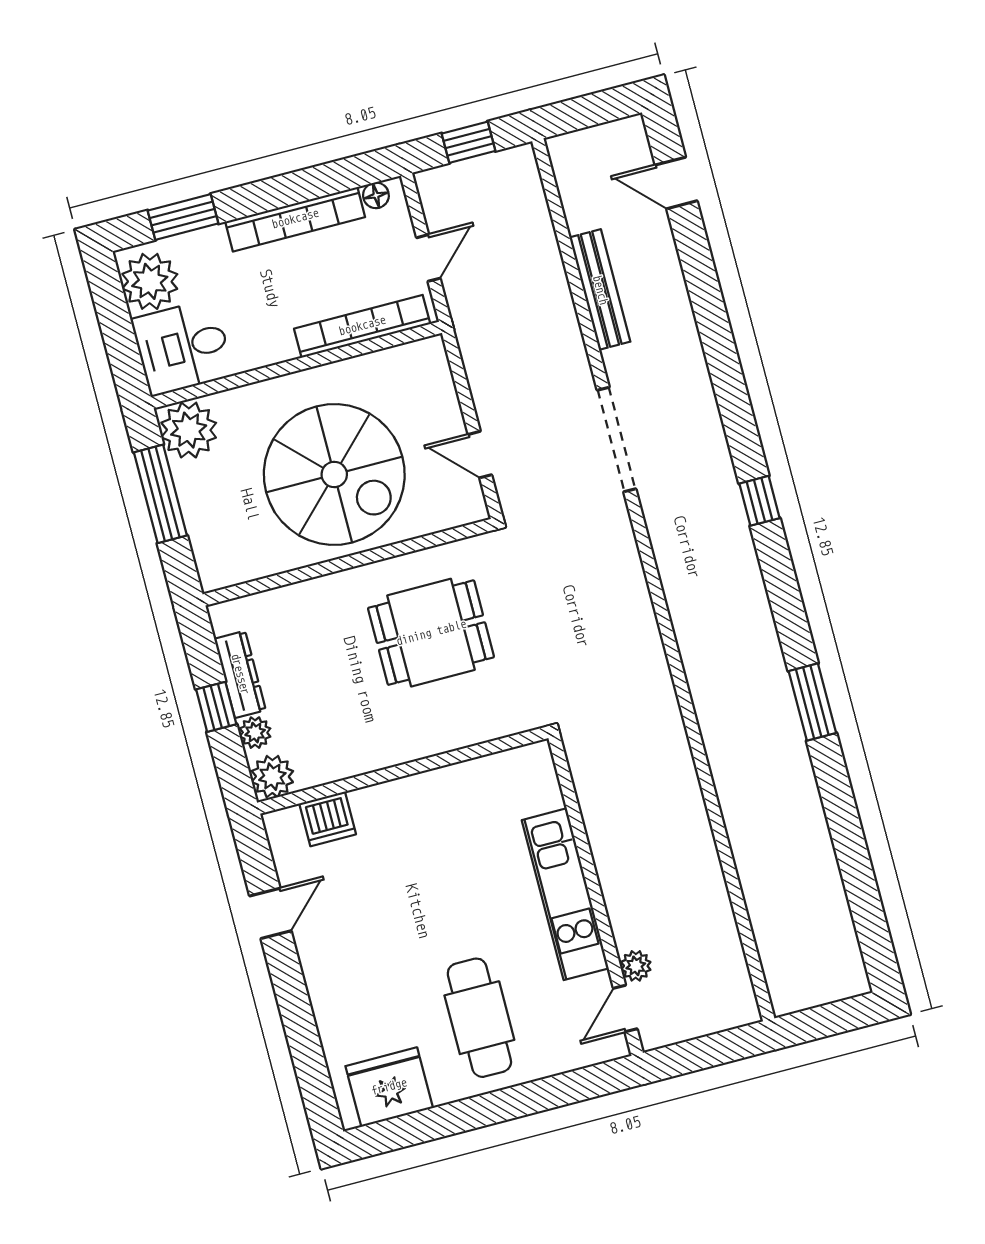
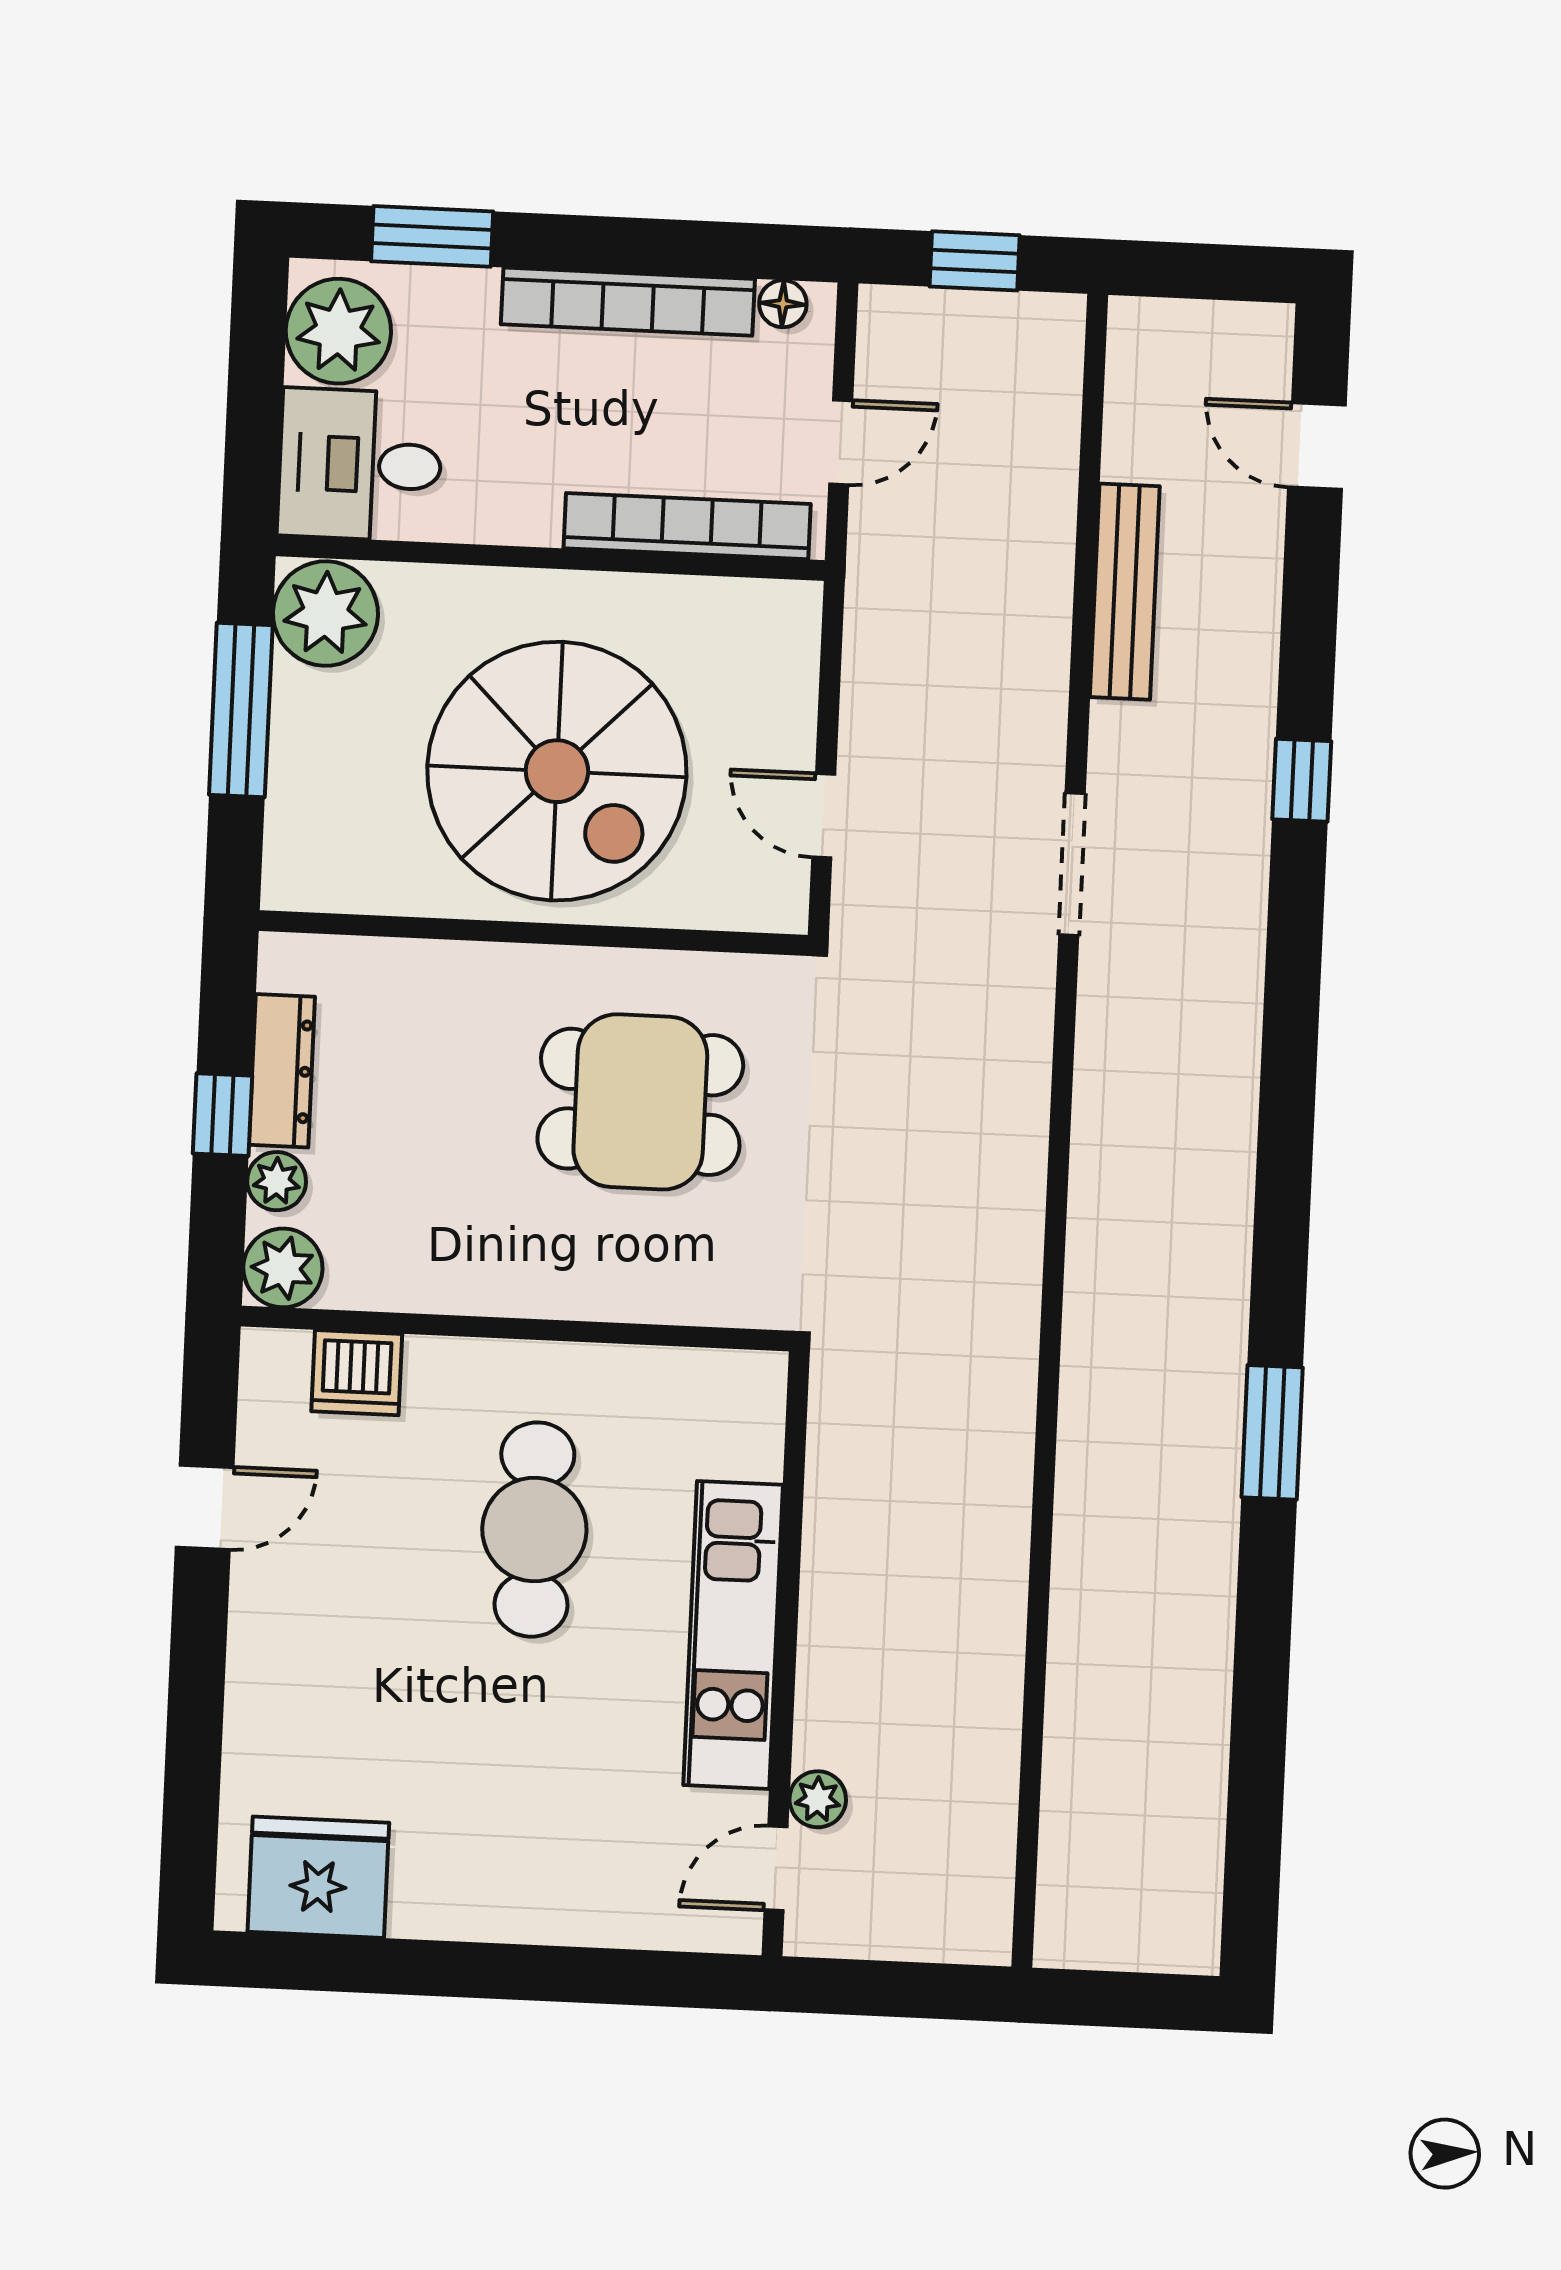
doorway: (617, 440) -> (1072, 864), width x0.73
window: (759, 501) -> (1302, 780), moved
cafe table: (479, 1018) -> (534, 1530), moved

